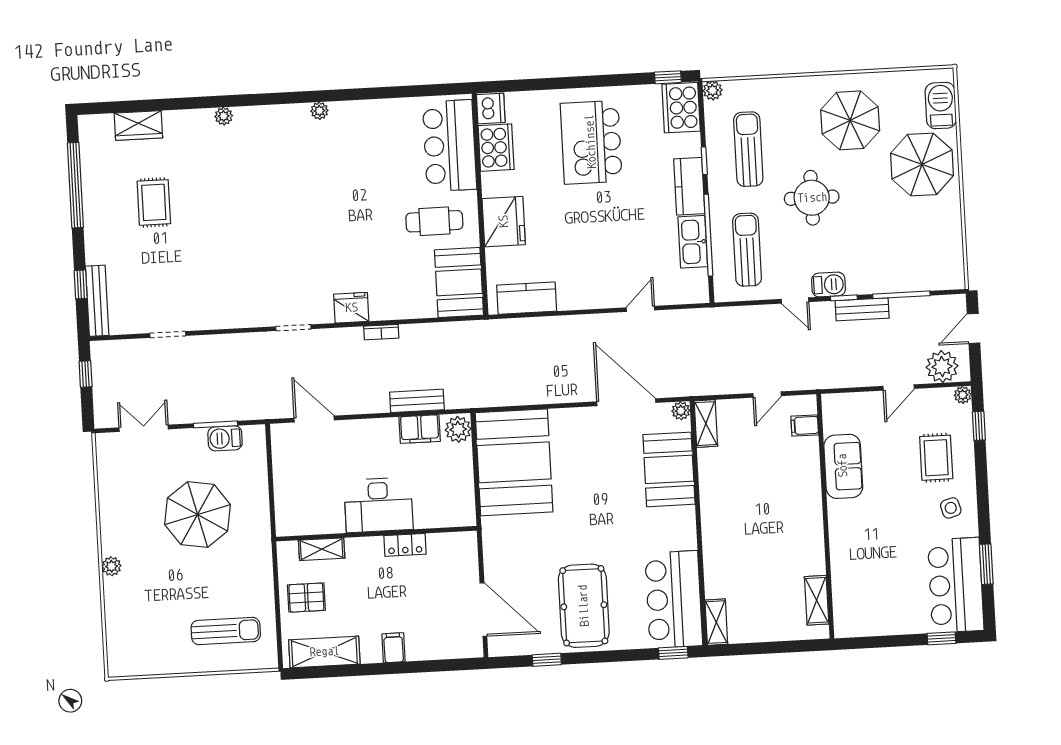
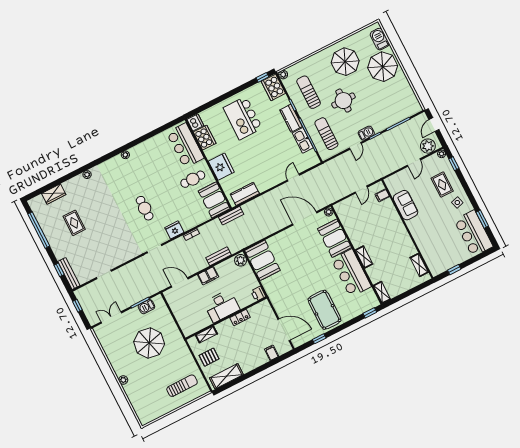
cafe table: (310, 237) -> (145, 208), added
door: (795, 301) -> (355, 146), hinge flipped
bench: (862, 309) -> (231, 216), moved
shelving: (706, 424) -> (364, 257), moved
filing cabinet: (420, 429) -> (208, 276), moved
booth: (514, 462) -> (262, 260), width x0.73, depth x0.70
printer: (464, 513) -> (258, 294), added
bar counter: (674, 599) -> (351, 273), moved
window: (941, 638) -> (454, 270), moved
filing cabinet: (394, 648) -> (272, 353), moved

